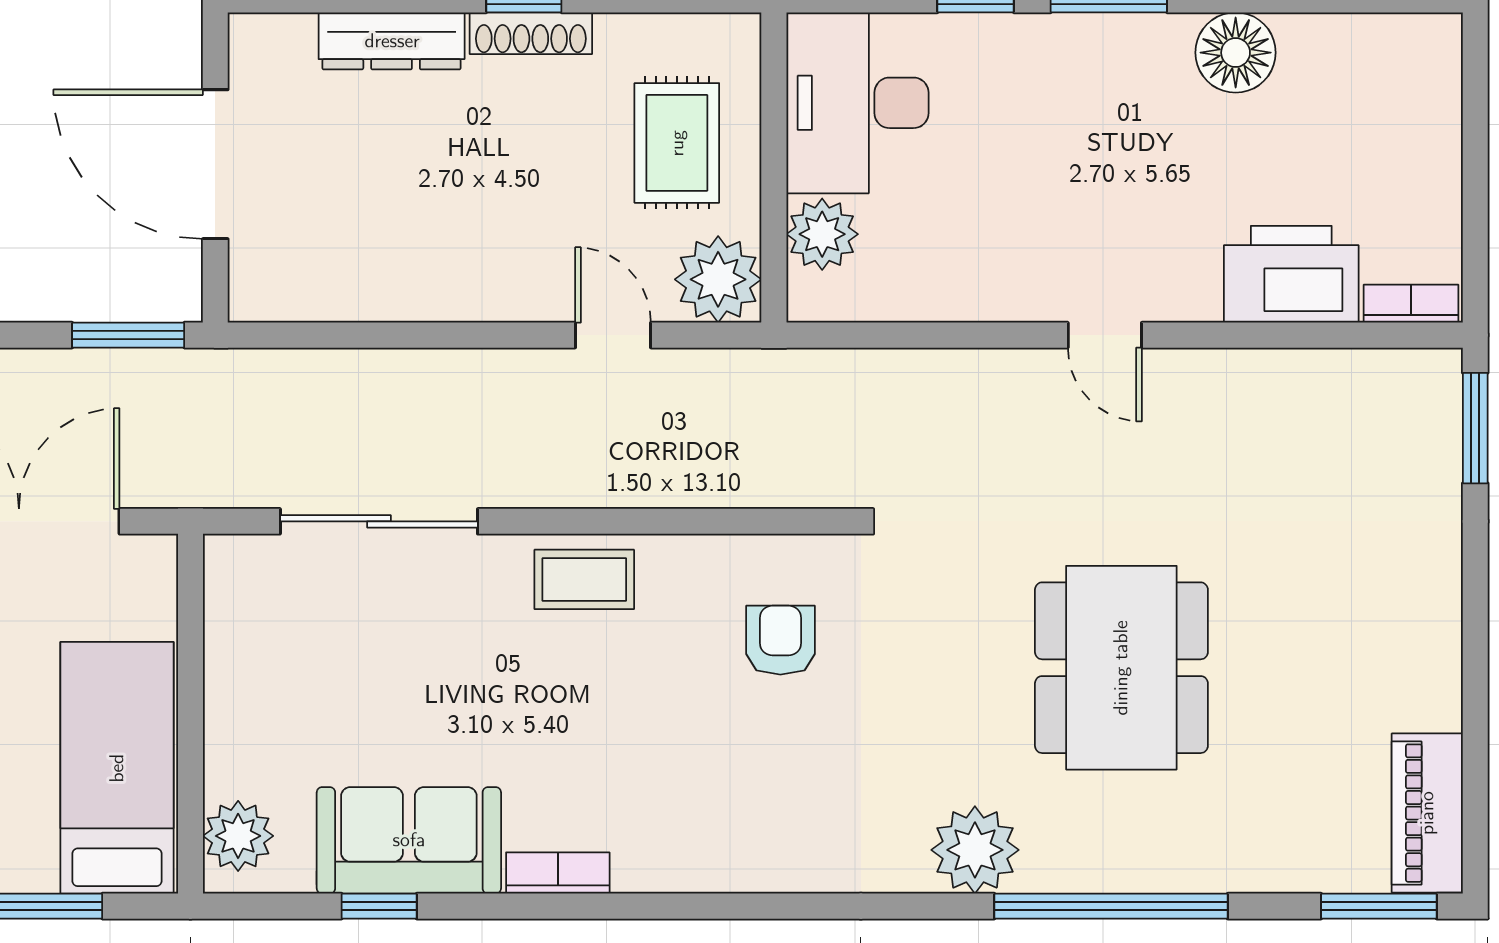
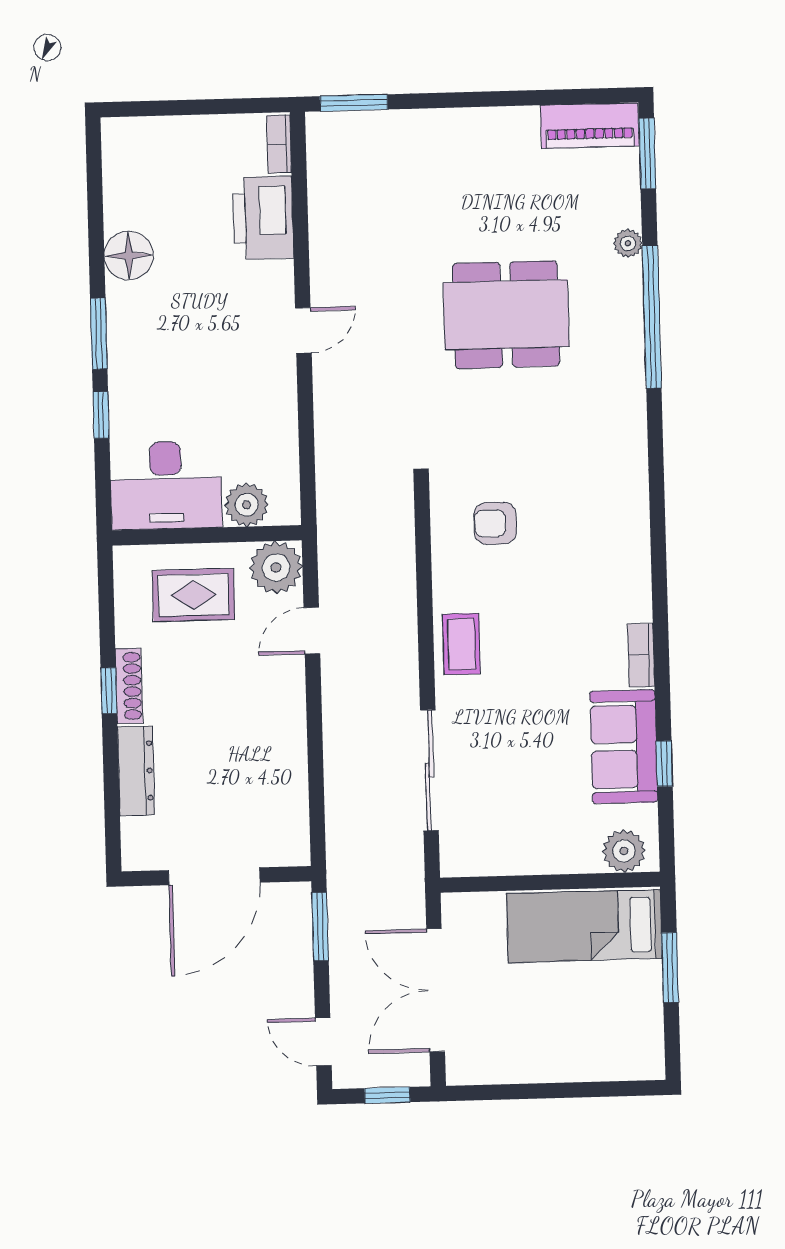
plant: (975, 850) -> (628, 243), moved, width x0.53, depth x0.53

